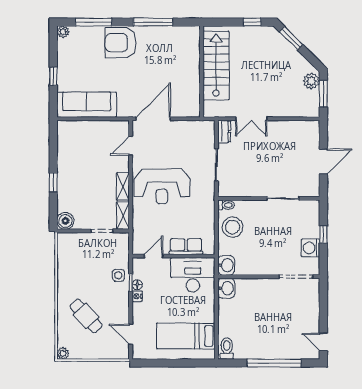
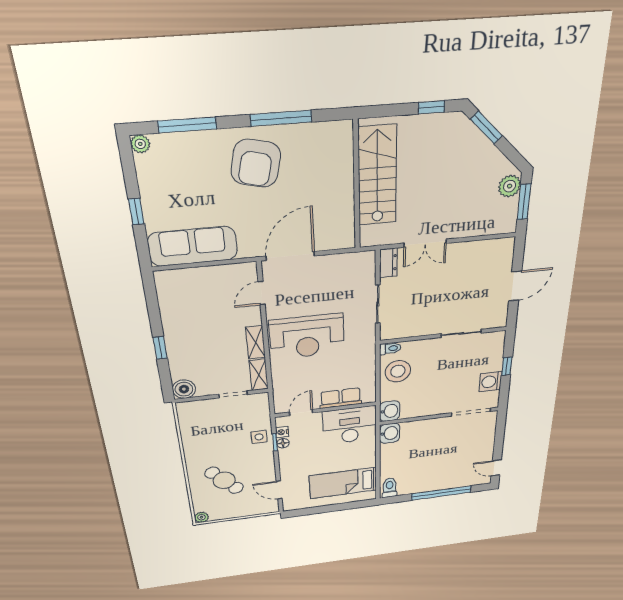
armchair: (121, 43) -> (256, 163), moved, turned -77
nightstand: (137, 296) -> (282, 432), moved

